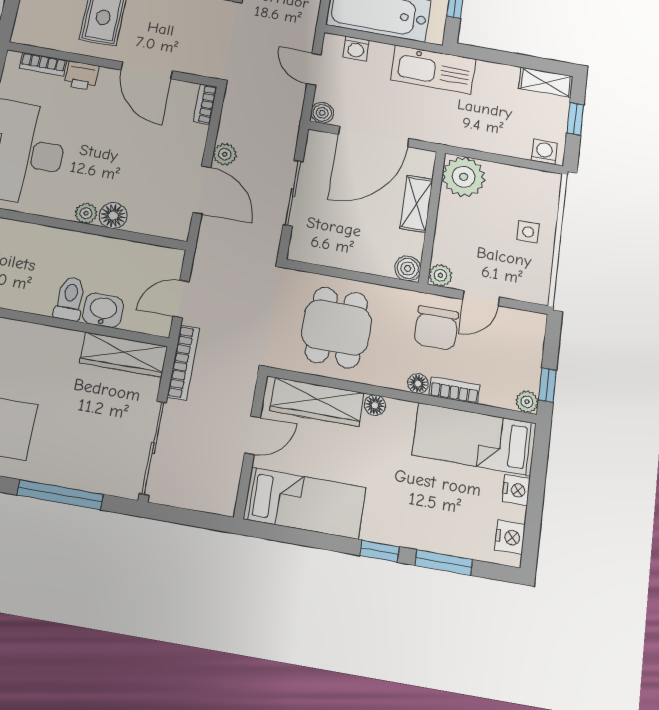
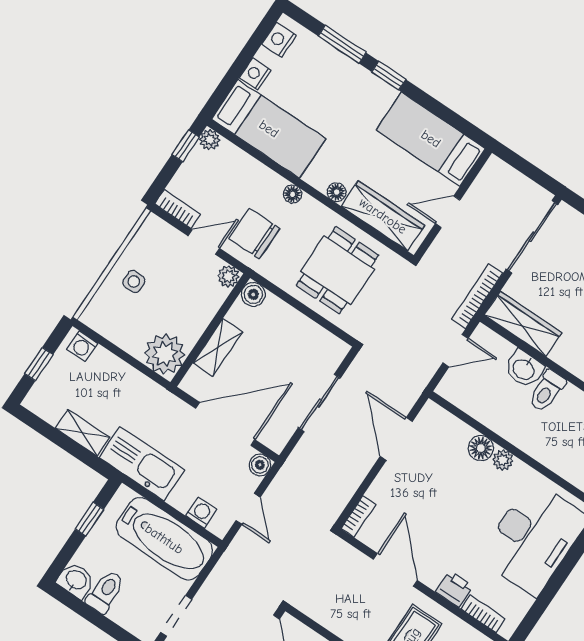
shelving: (546, 82) -> (82, 433), moved
plant: (225, 154) -> (362, 463), removed
chair: (436, 328) -> (254, 234), turned -90
bookcase: (454, 390) -> (178, 209), moved, turned 180

